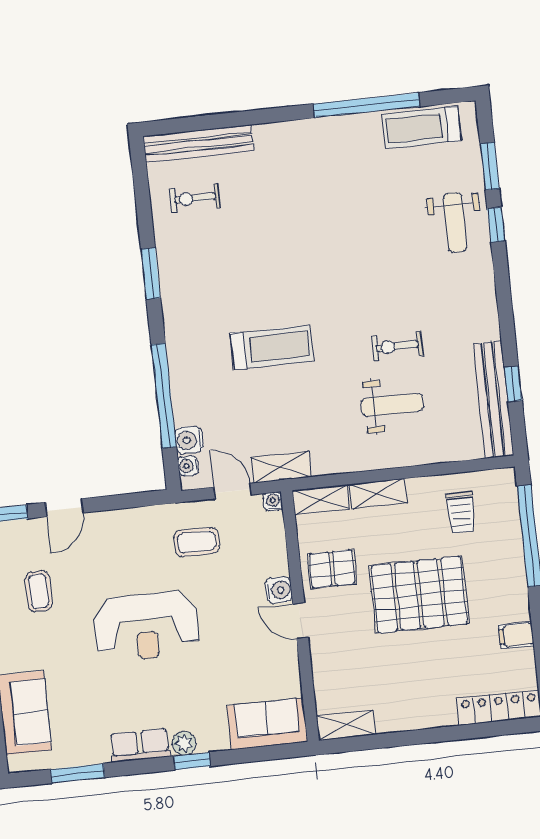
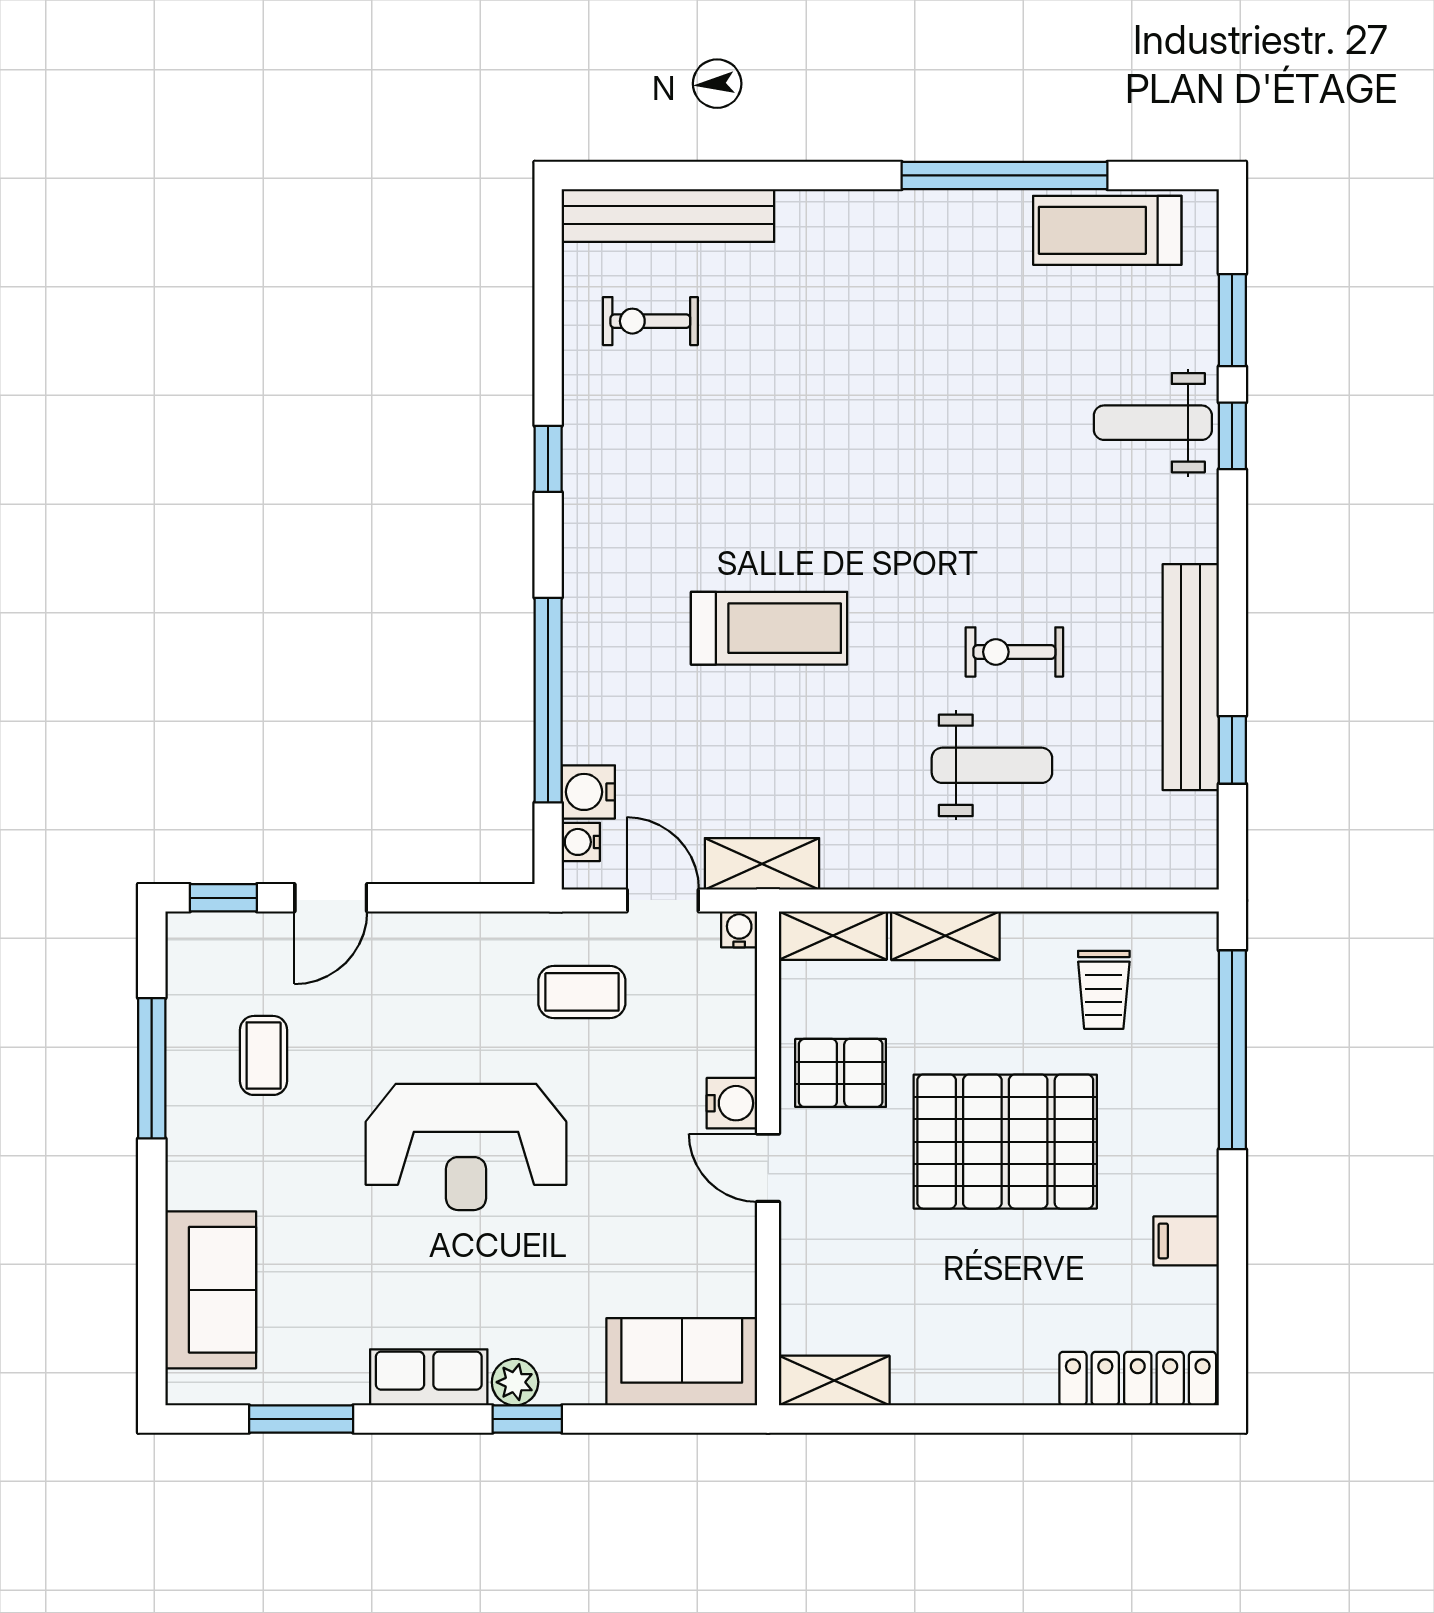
weight bench: (455, 222) -> (1153, 423), turned 90
window: (151, 273) -> (548, 459), width x0.67
bench: (493, 400) -> (1191, 677), moved

